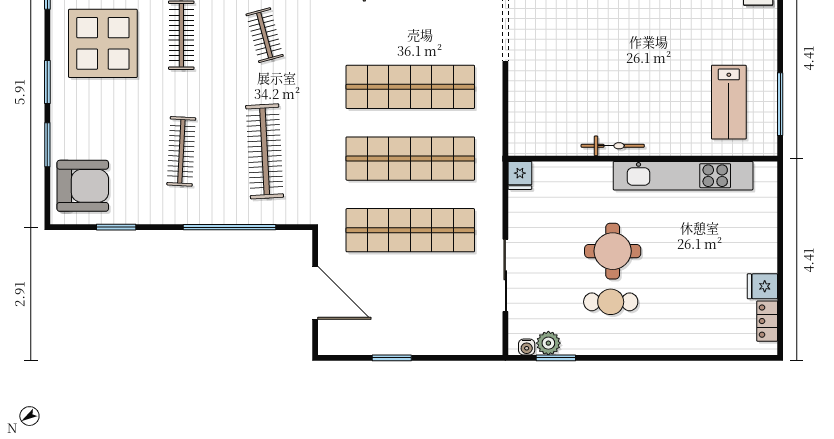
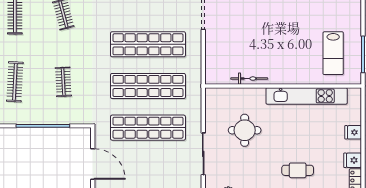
bicycle: (613, 146) -> (249, 79), moved
clothes rail: (265, 151) -> (63, 82), width x0.54, depth x0.76
fridge: (520, 175) -> (353, 132), moved, turned 90
round table: (613, 251) -> (245, 130), moved
cafe table: (611, 302) -> (298, 170), moved

